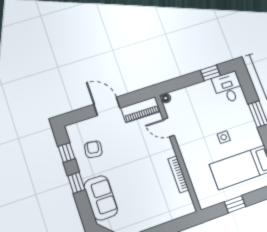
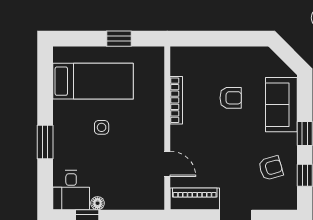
floor lamp: (166, 98) -> (98, 203), moved
armchair: (93, 149) -> (271, 168), turned -114
armchair: (140, 190) -> (231, 98), added

